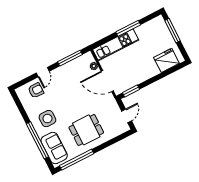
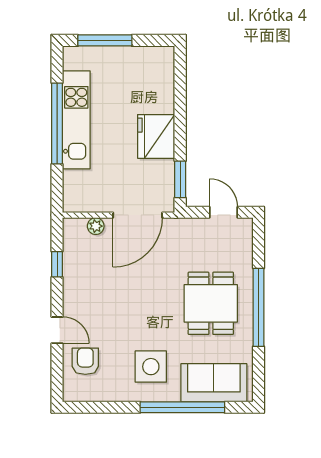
window: (128, 28) -> (57, 123), width x1.46
kitchen unit: (116, 45) -> (76, 120), moved
window: (70, 58) -> (57, 264), width x0.46
fridge: (166, 60) -> (156, 136), moved
window: (77, 160) -> (259, 307), moved

